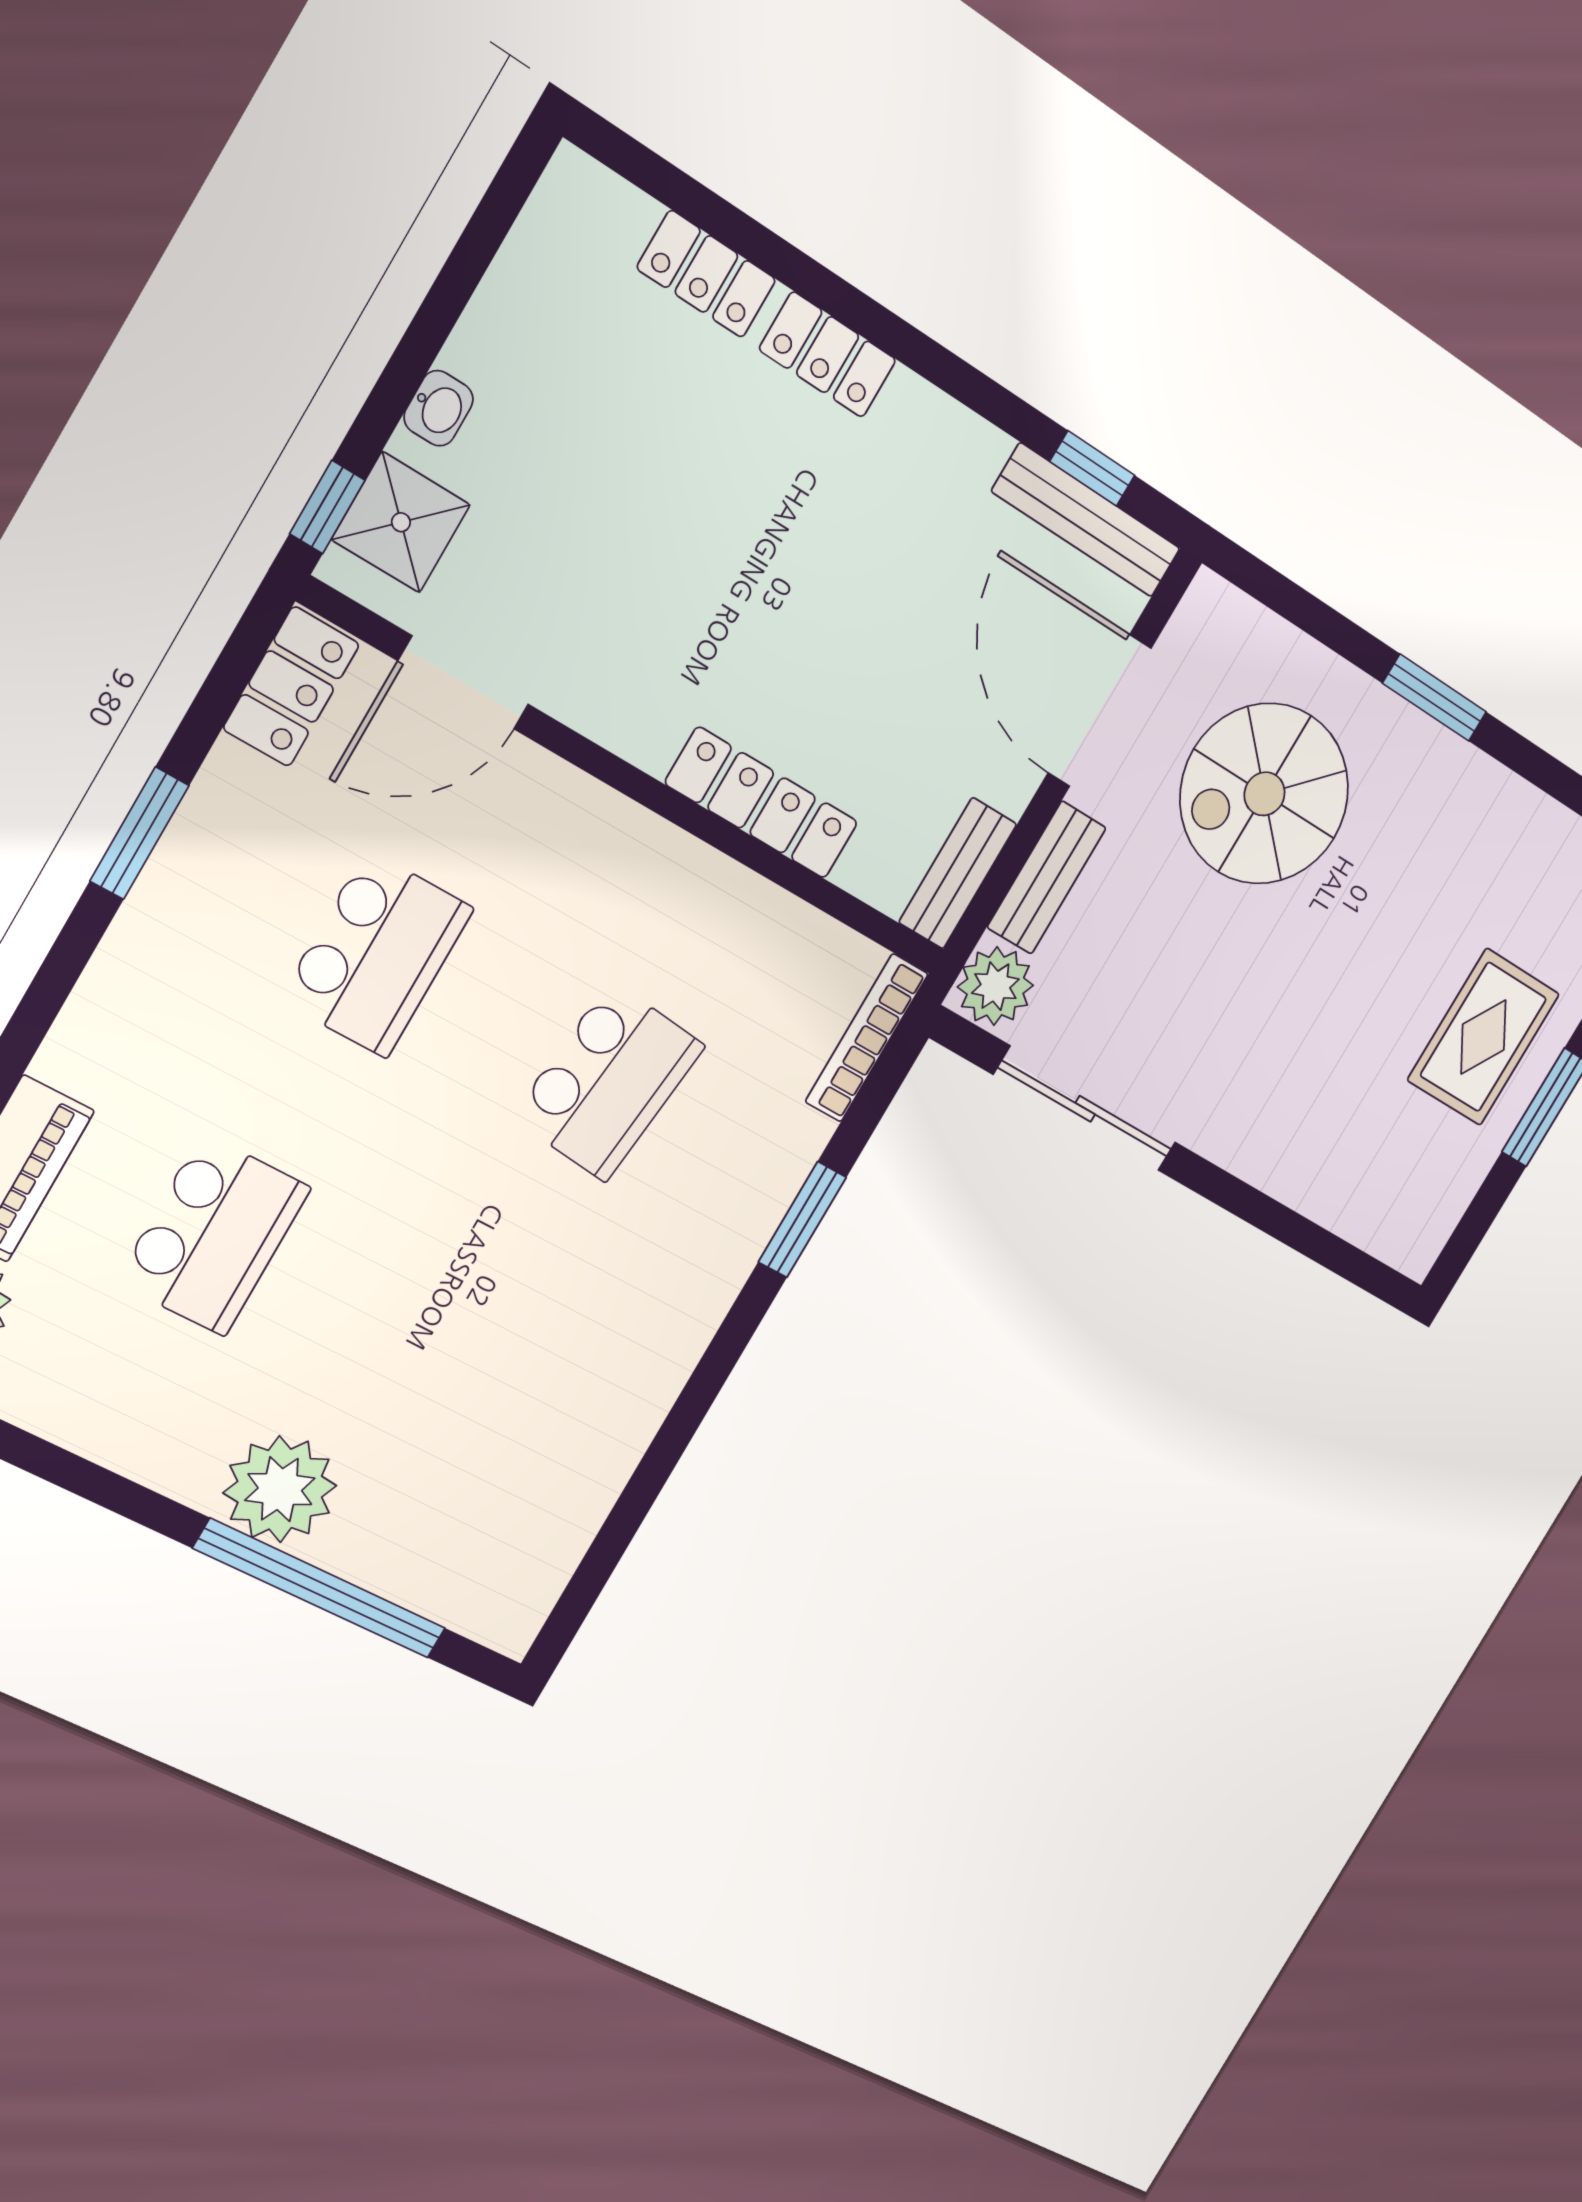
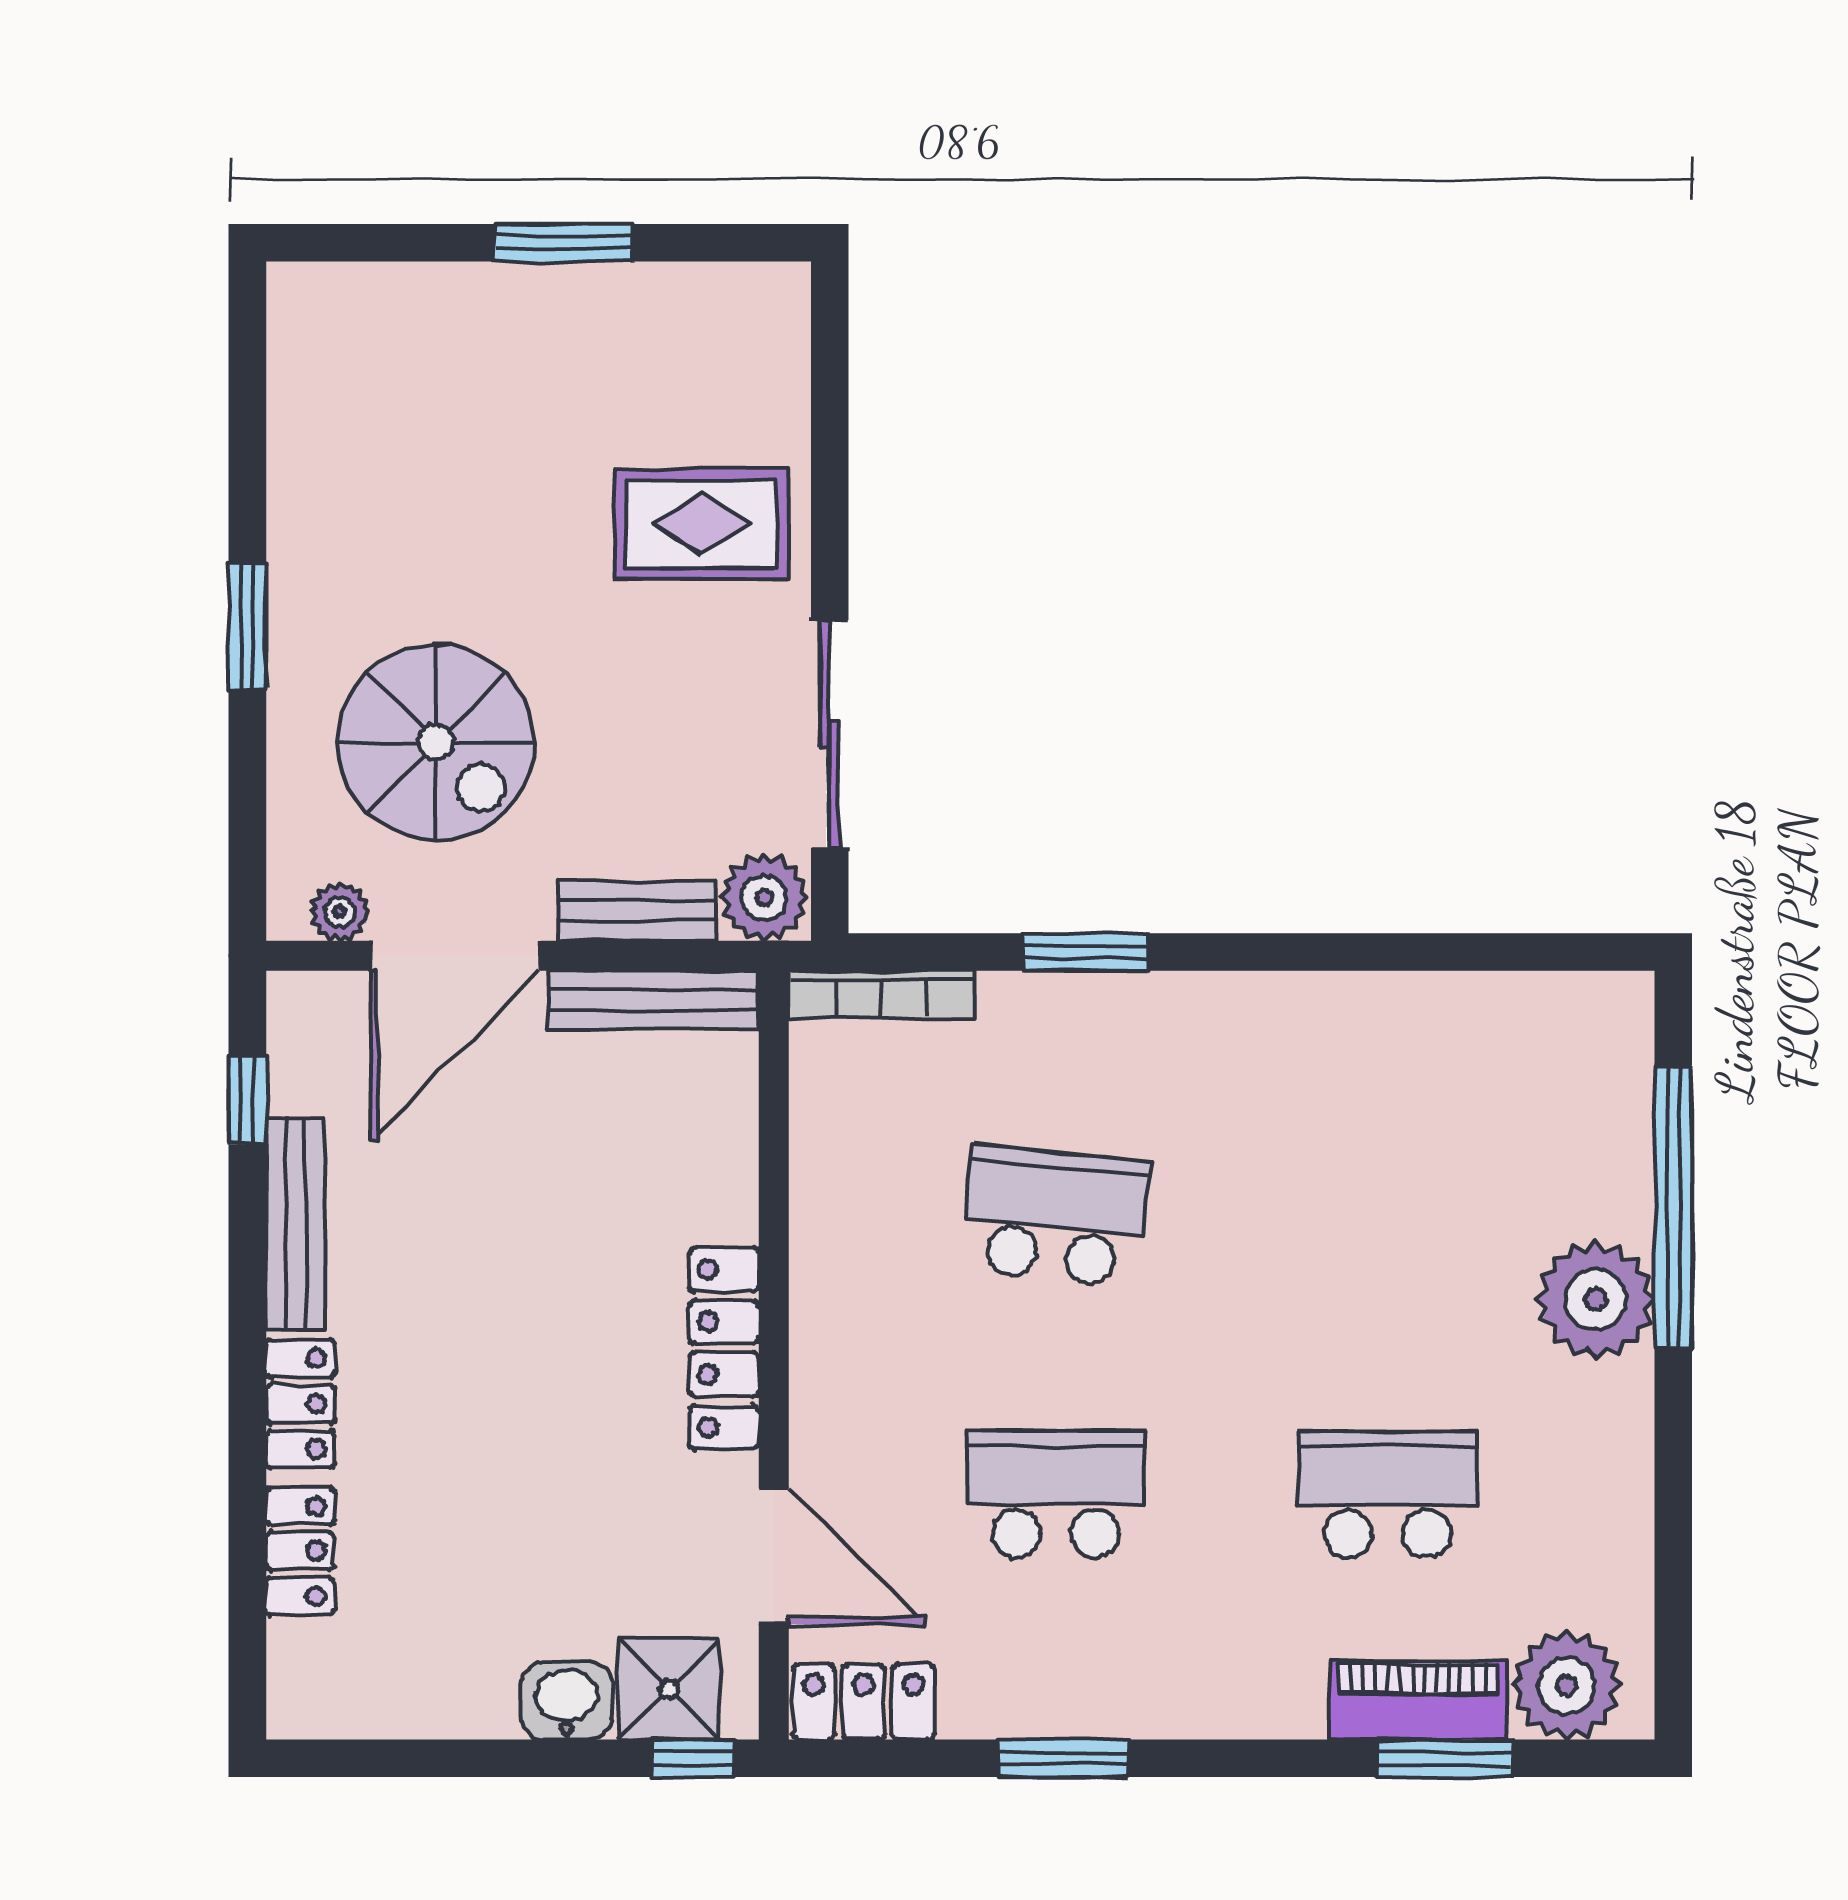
washbasin: (439, 408) -> (567, 1701), width x1.38, depth x1.45
bench: (1086, 520) -> (296, 1224), moved
plant: (1188, 637) -> (340, 912), added
locker: (762, 803) -> (724, 1348), moved
bench: (958, 873) -> (653, 1000), width x1.36
rug: (1483, 1037) -> (701, 524), moved

